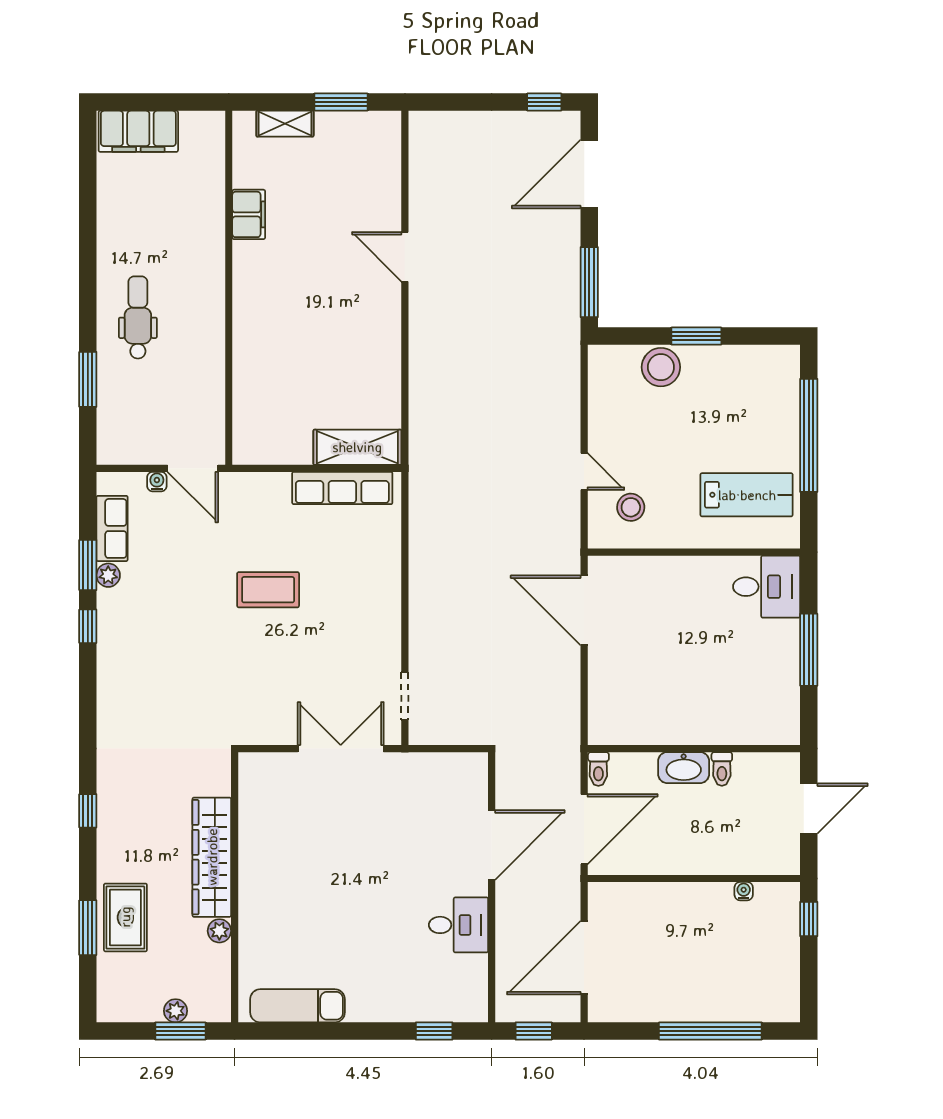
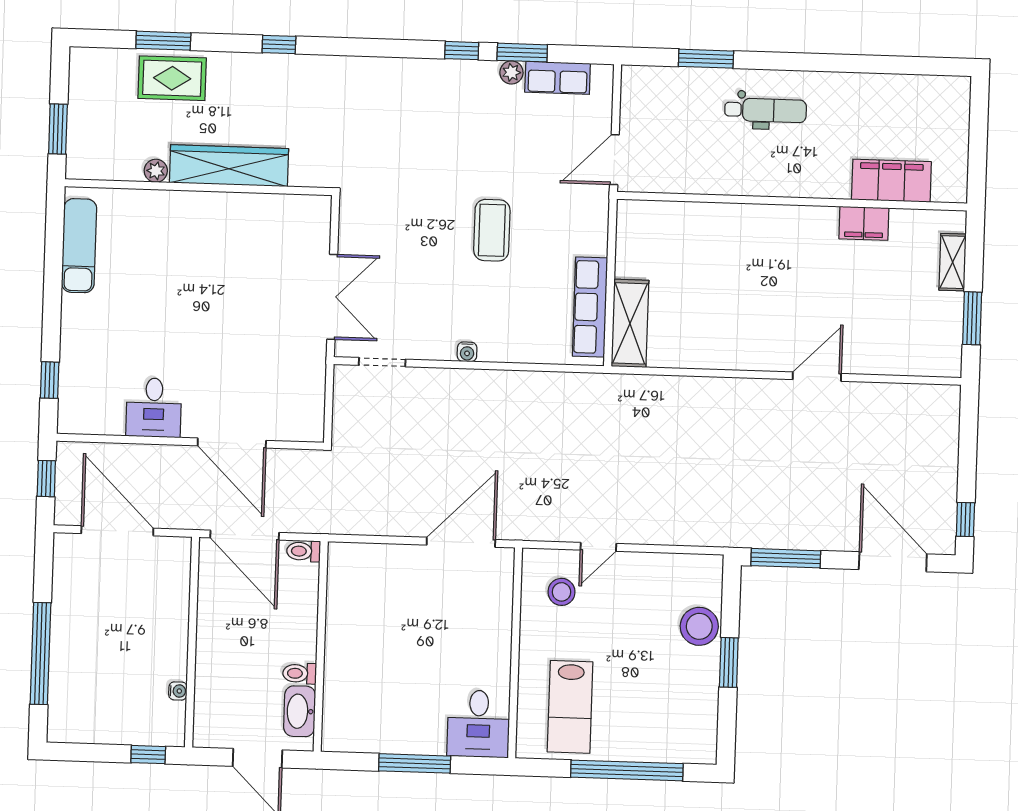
filing cabinet: (138, 131) -> (891, 181), moved, turned 90
water cooler: (157, 482) -> (467, 352), moved, turned 90
washbasin: (684, 768) -> (300, 711), moved
plant: (176, 1011) -> (78, 125), removed

